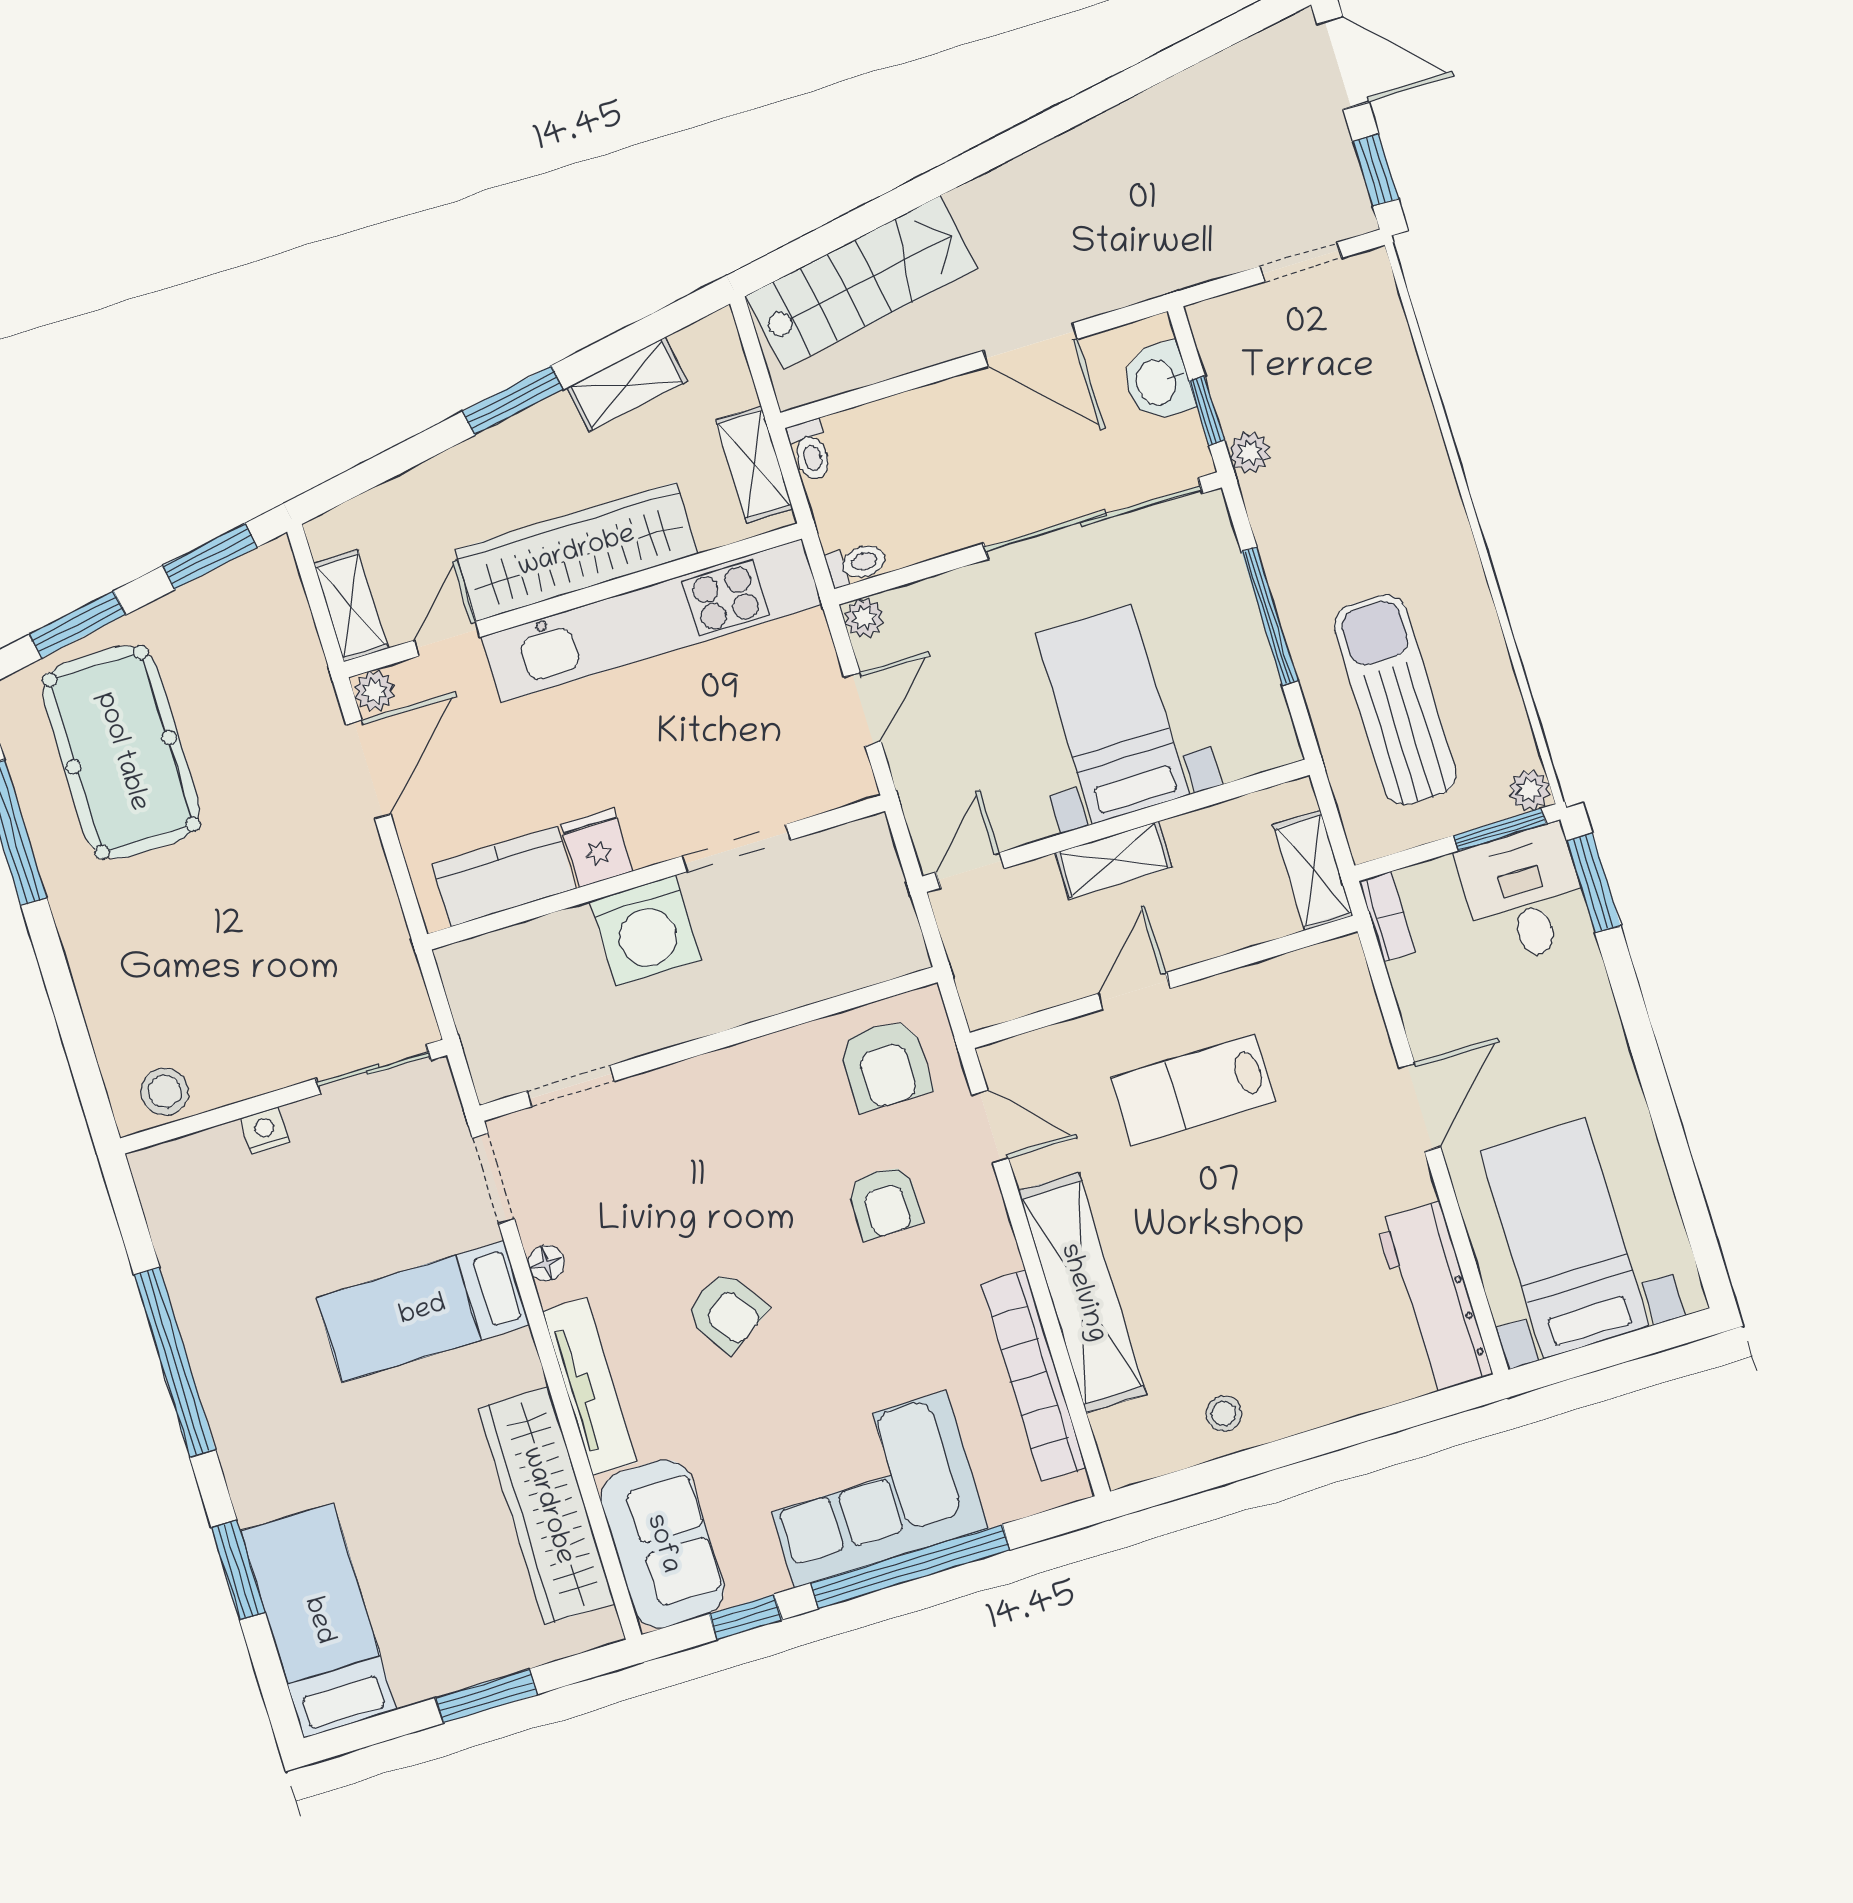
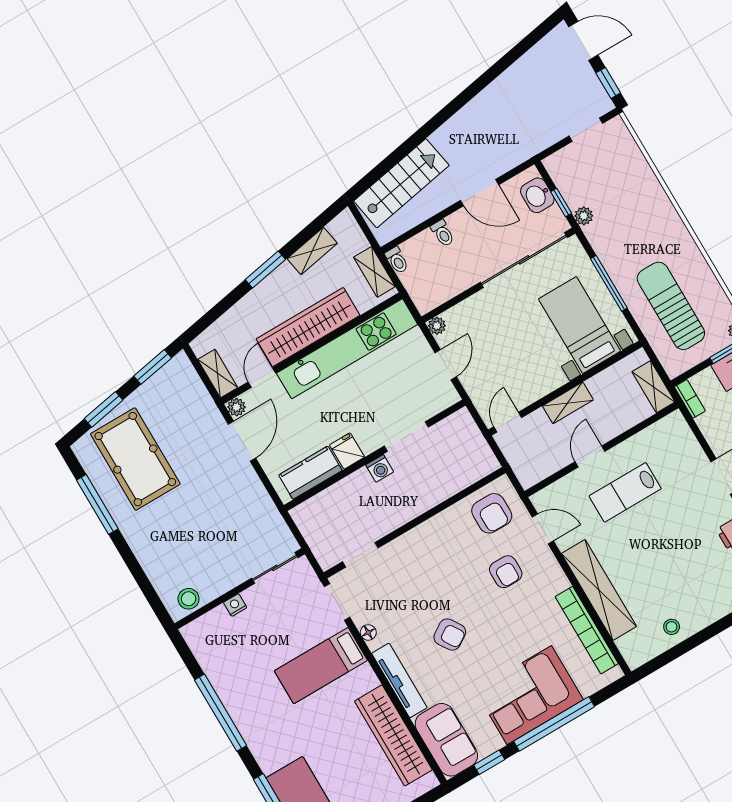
toilet: (857, 564) -> (443, 233), moved, turned 90
bed with nightstands: (1112, 714) -> (580, 325), moved
washing machine: (646, 931) -> (380, 468), width x0.53, depth x0.53

